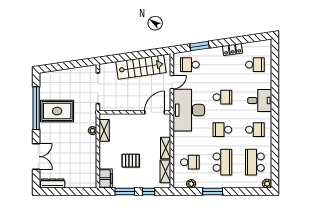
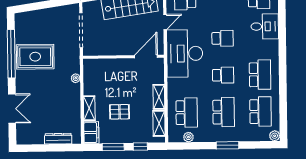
desk: (260, 101) -> (265, 26), moved
shelving: (104, 130) -> (89, 108), moved
school desk: (222, 130) -> (223, 75), turned 180
school desk: (255, 130) -> (260, 75), width x1.85
school desk: (190, 162) -> (187, 113), width x1.85
school desk: (255, 162) -> (260, 112), turned 180
dresser: (53, 184) -> (58, 139), moved
window: (213, 192) -> (228, 145), moved

